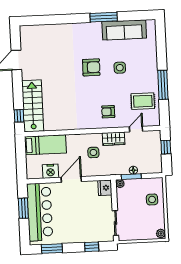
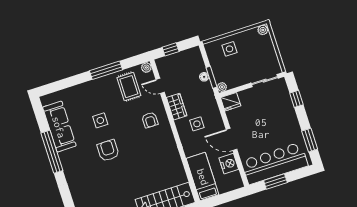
window: (104, 17) -> (52, 152), width x1.46
plant: (156, 121) -> (146, 68), added

